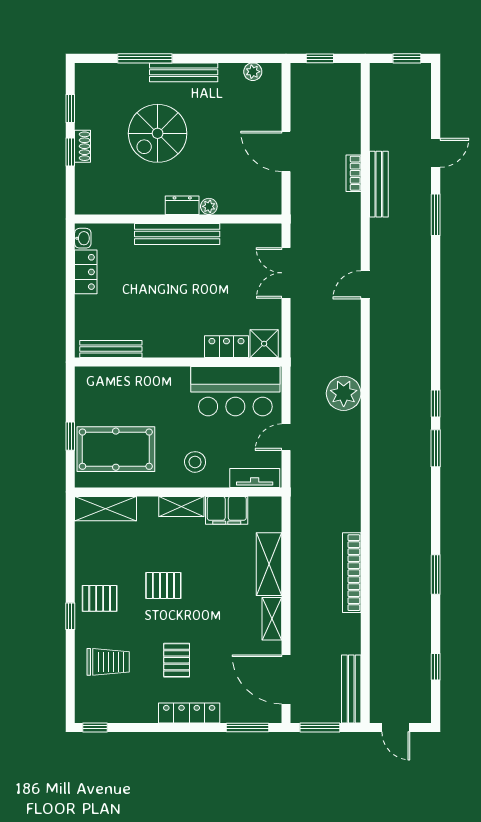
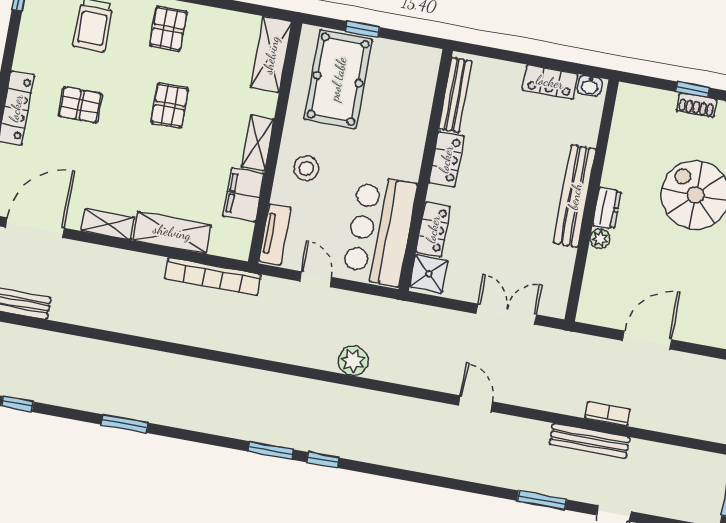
locker: (166, 346) -> (446, 159), added
plant: (344, 393) -> (353, 361), width x0.73, depth x0.73
bookcase: (352, 573) -> (213, 277), moved, turned 180

